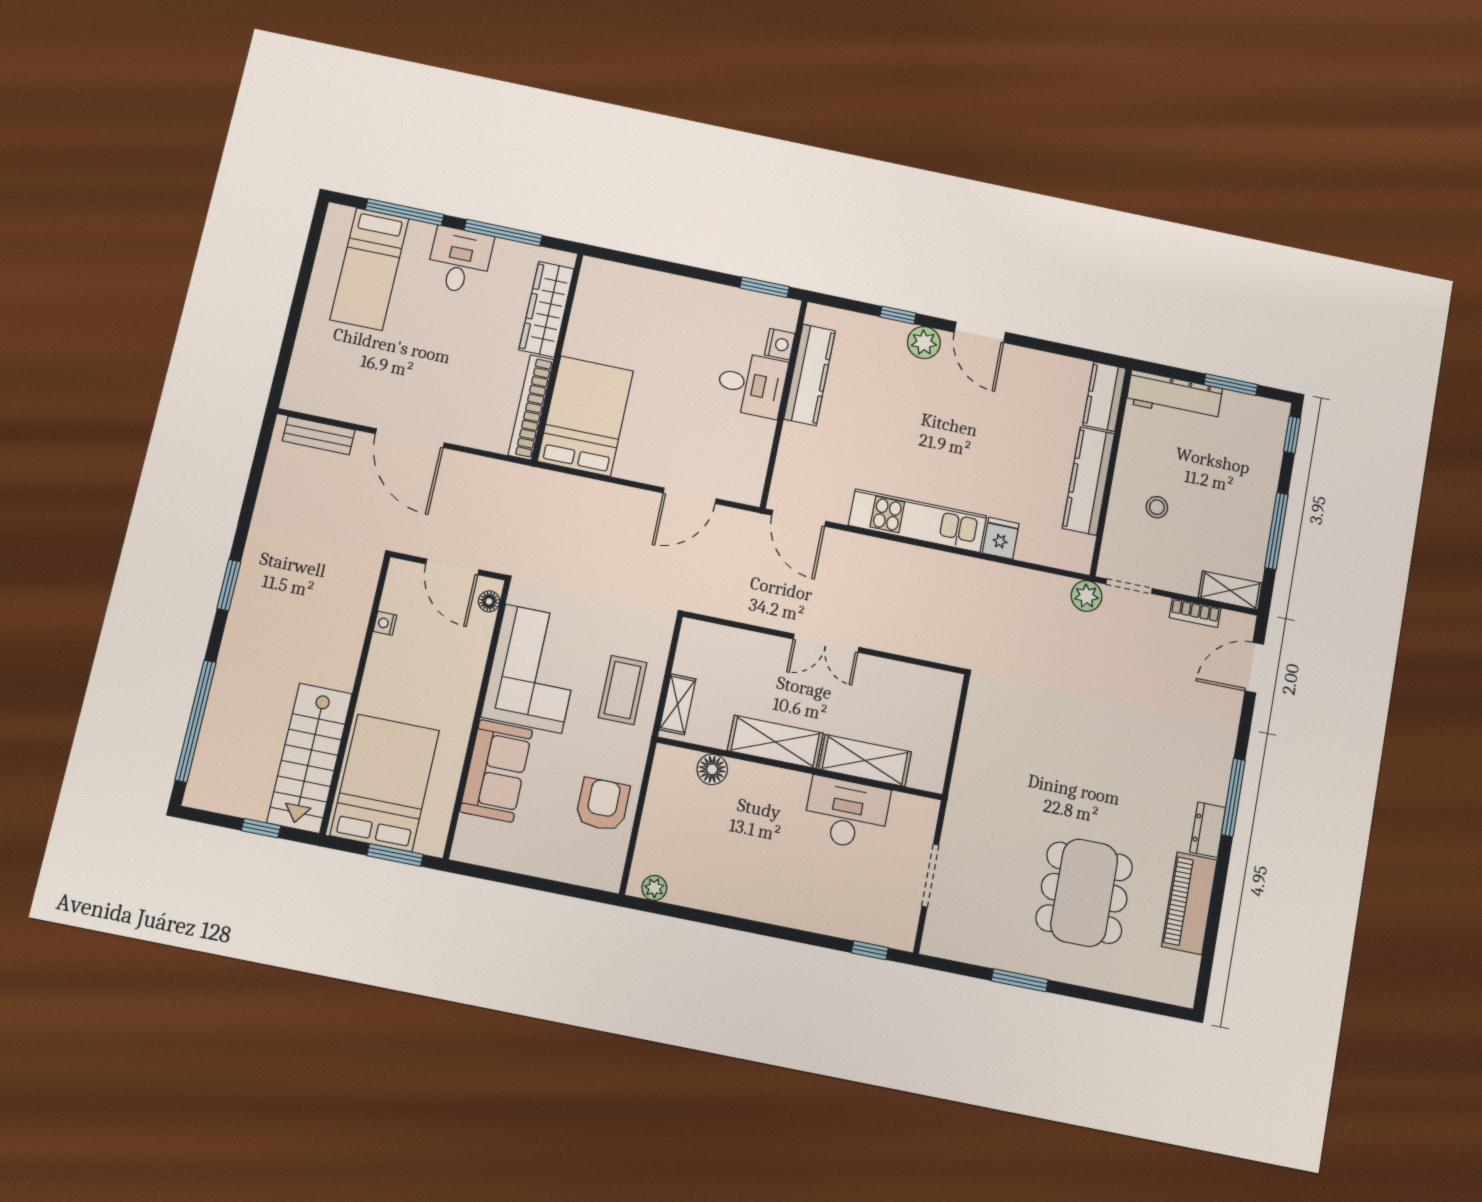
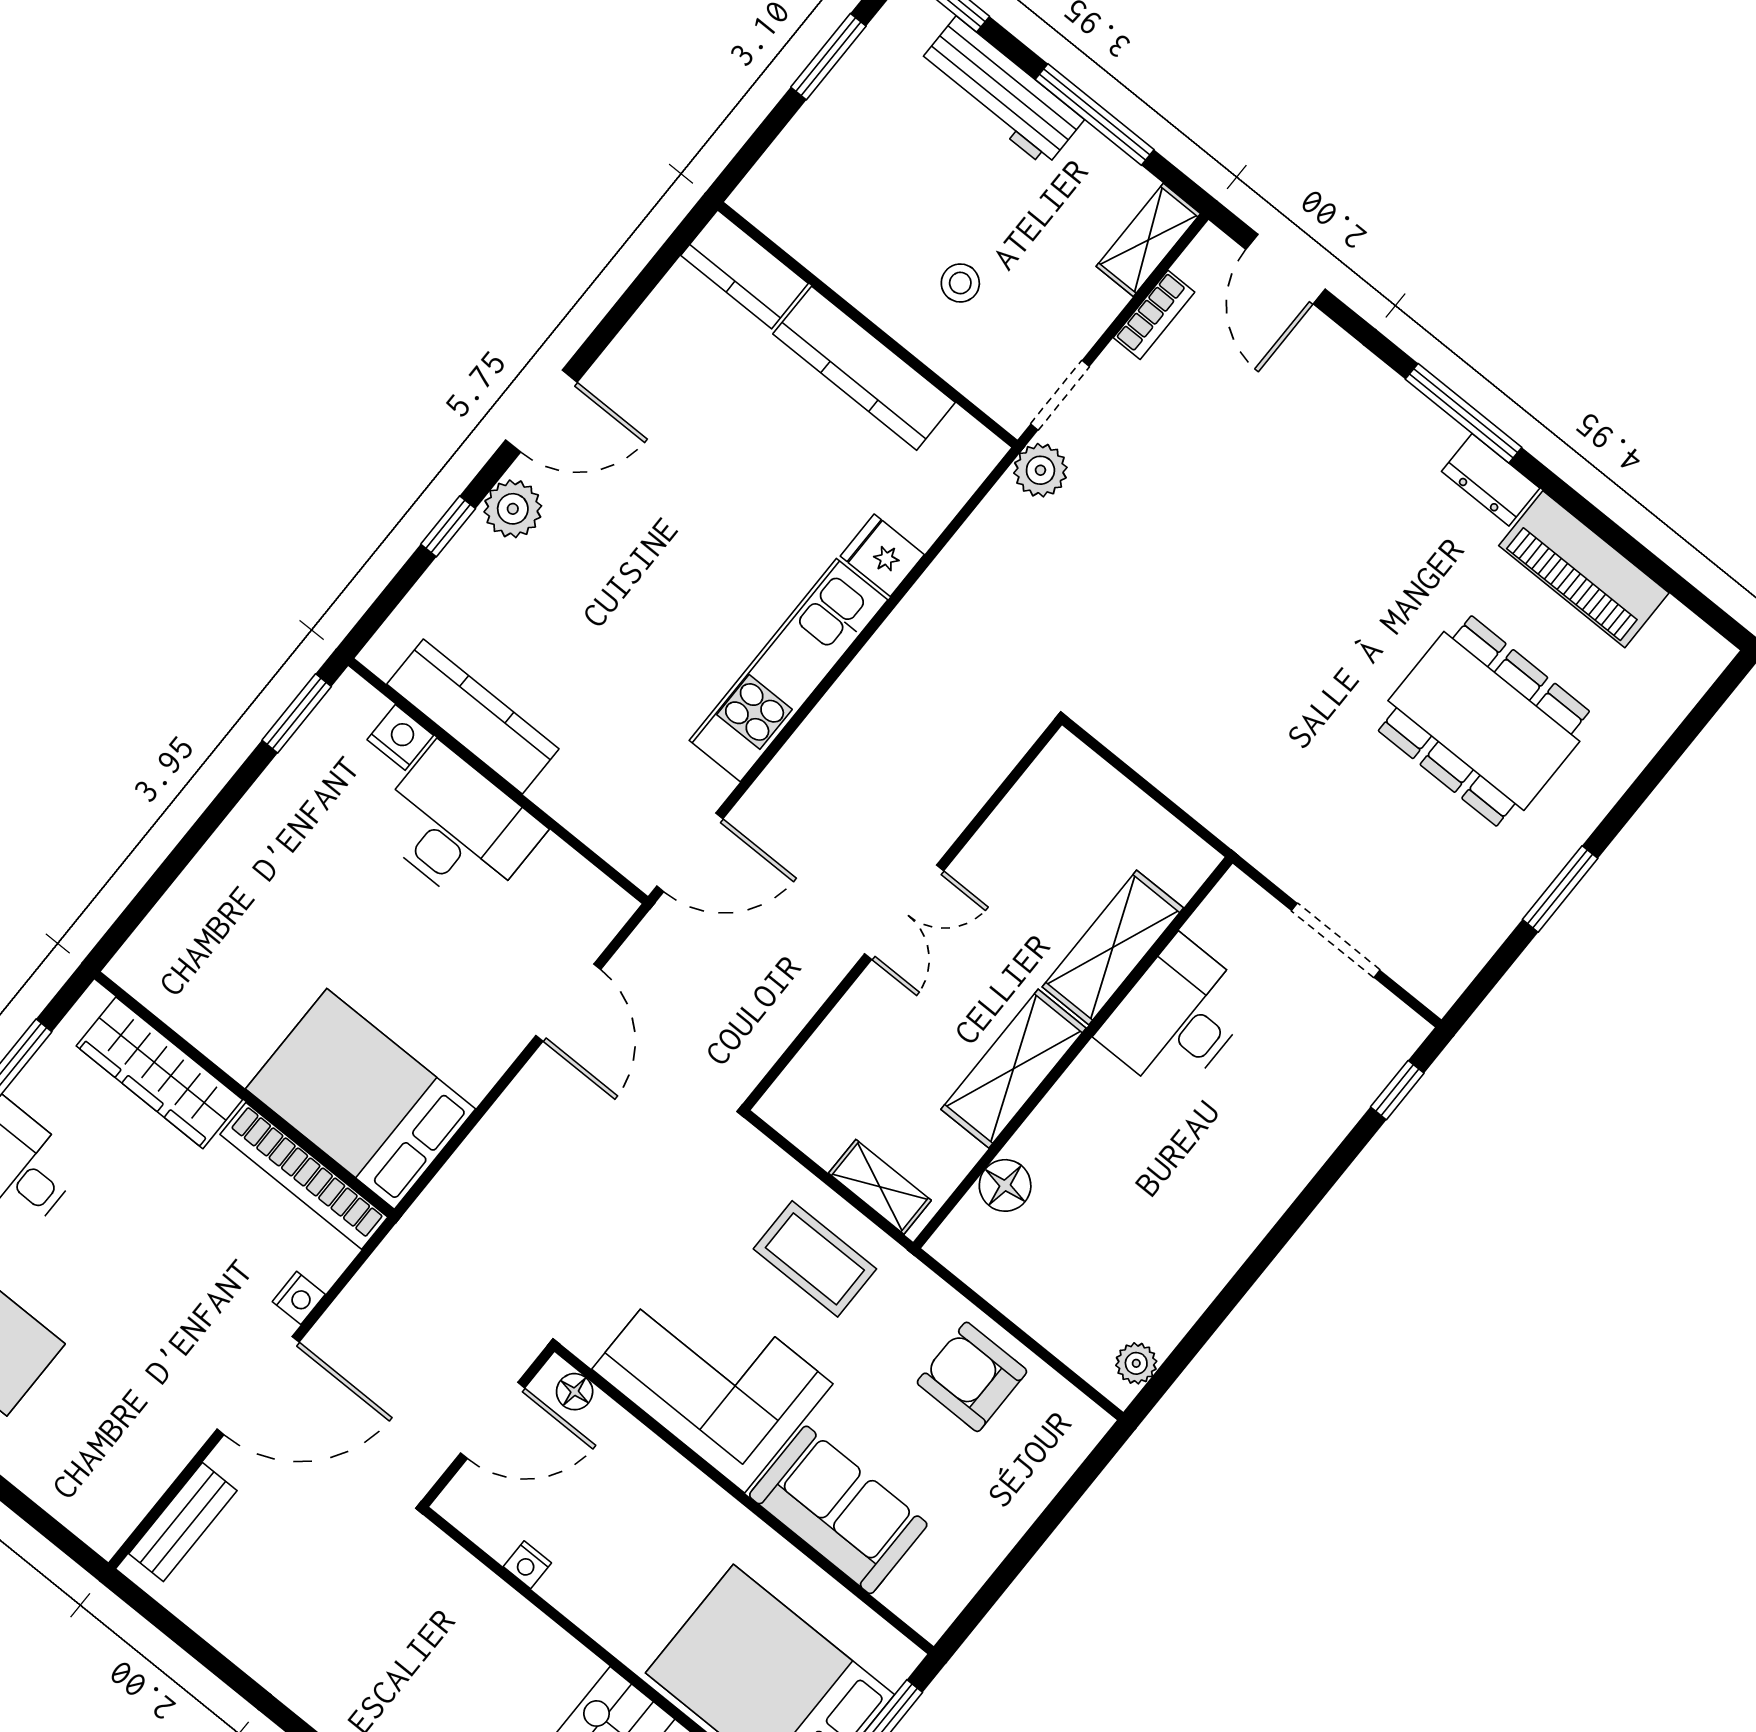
desk: (752, 385) -> (457, 828), width x1.37
workbench: (1174, 396) -> (1001, 92), moved, turned 90
nightstand: (466, 436) -> (299, 1298), added

